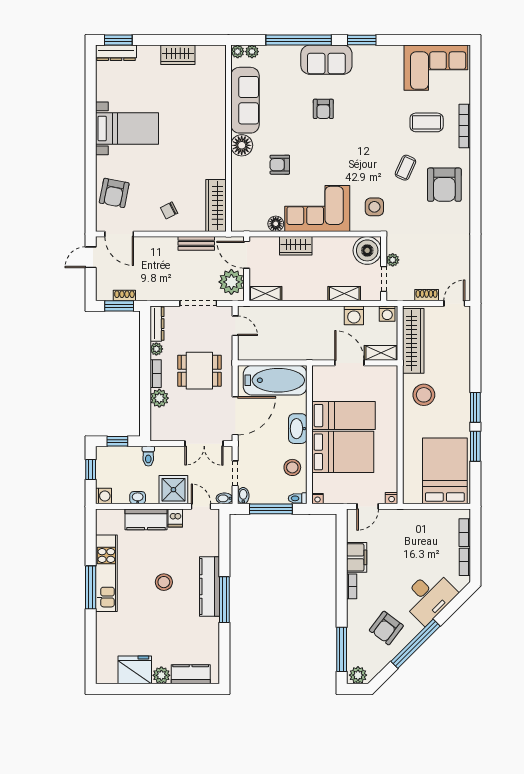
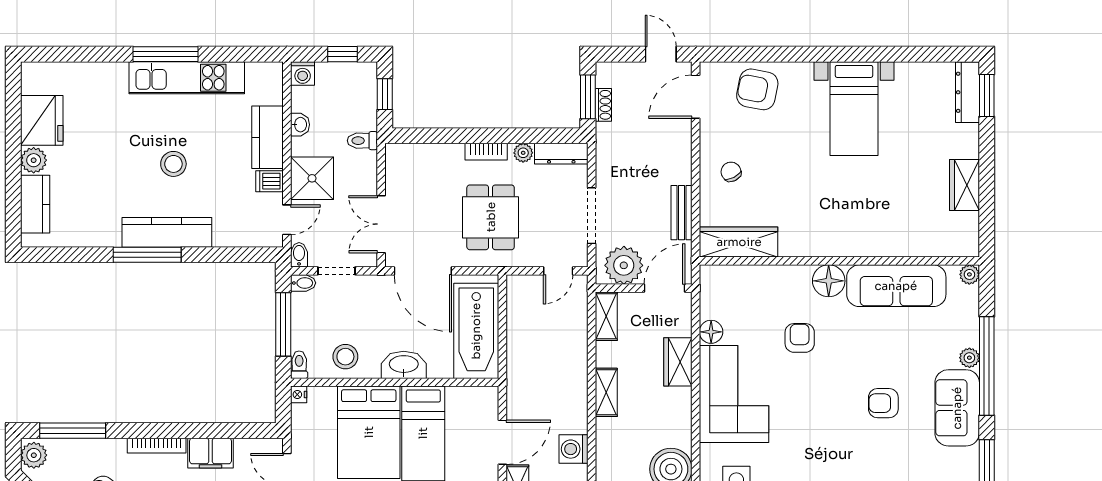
plant: (252, 52) -> (969, 358), moved
shelving: (344, 294) -> (606, 392), moved
plant: (159, 398) -> (449, 157), removed
bookcase: (352, 586) -> (157, 446), width x1.56

